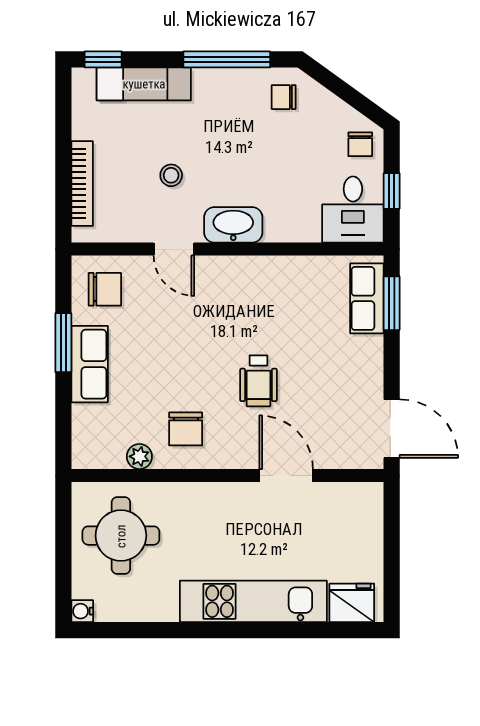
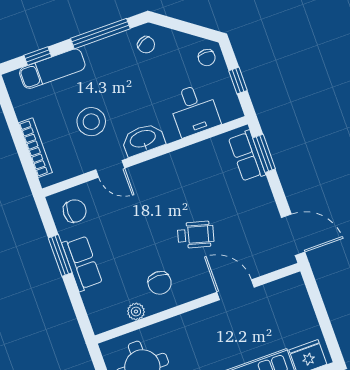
window: (103, 59) -> (38, 56), moved
chair: (284, 97) -> (146, 45), turned -117
stool: (171, 175) -> (91, 122), width x1.89, depth x1.89
desk: (353, 210) -> (194, 110), moved
wheelchair: (258, 381) -> (196, 235), turned -75

